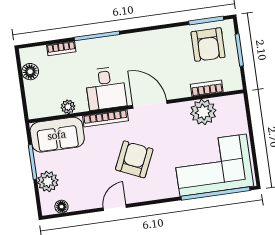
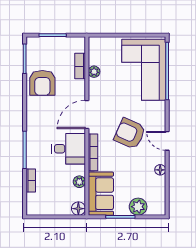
armchair: (208, 45) -> (42, 83), moved, turned 90
floor lamp: (30, 72) -> (78, 209), moved
plant: (203, 112) -> (94, 72), width x0.53, depth x0.53
floor lamp: (61, 207) -> (160, 170), moved
door: (115, 208) -> (167, 141), moved

